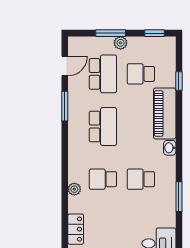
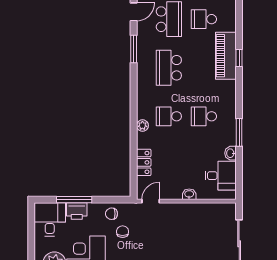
window: (179, 81) -> (239, 58), moved
school desk: (103, 127) -> (169, 68), turned 180
washbasin: (170, 148) -> (231, 153), moved

